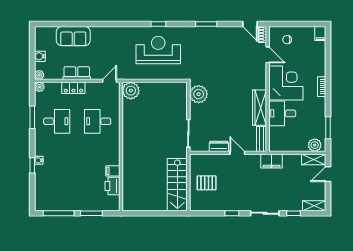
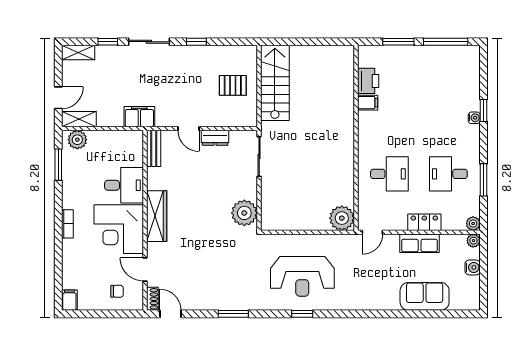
wardrobe: (260, 108) -> (157, 216), moved

